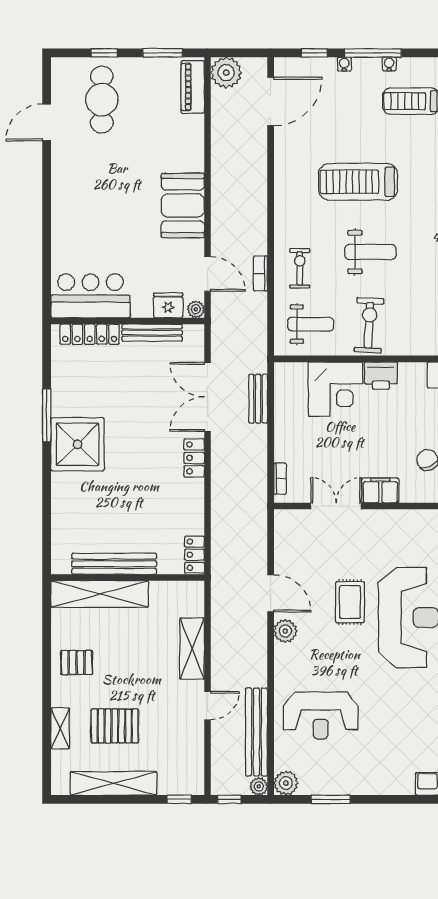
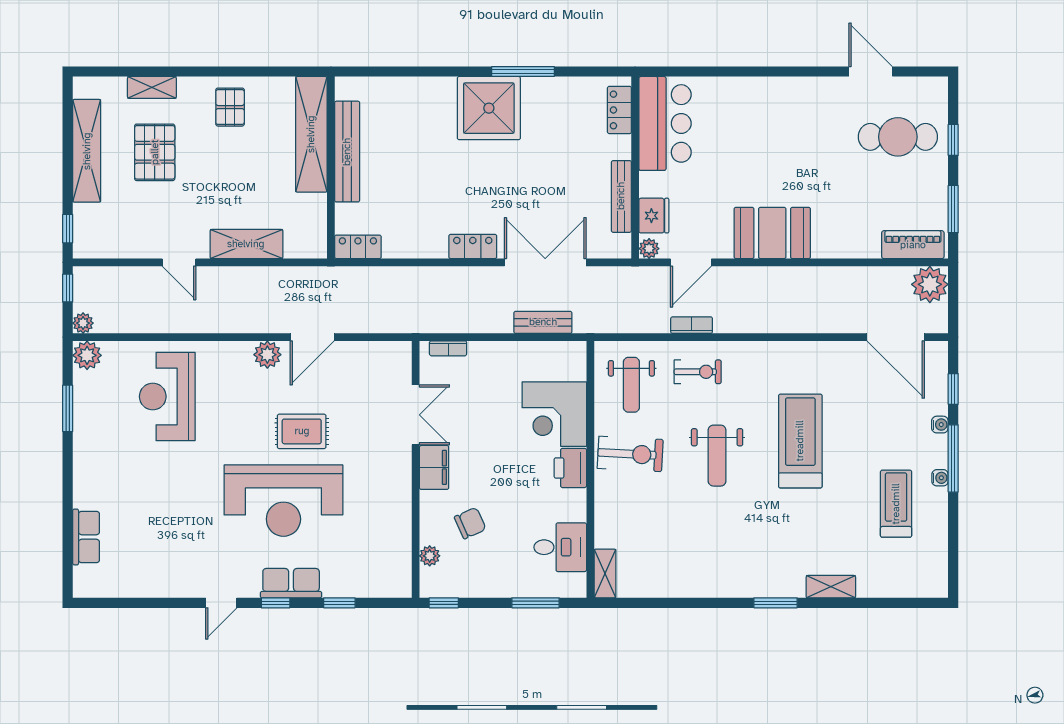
locker: (90, 334) -> (619, 110), width x0.66
bench: (256, 732) -> (148, 320), removed

